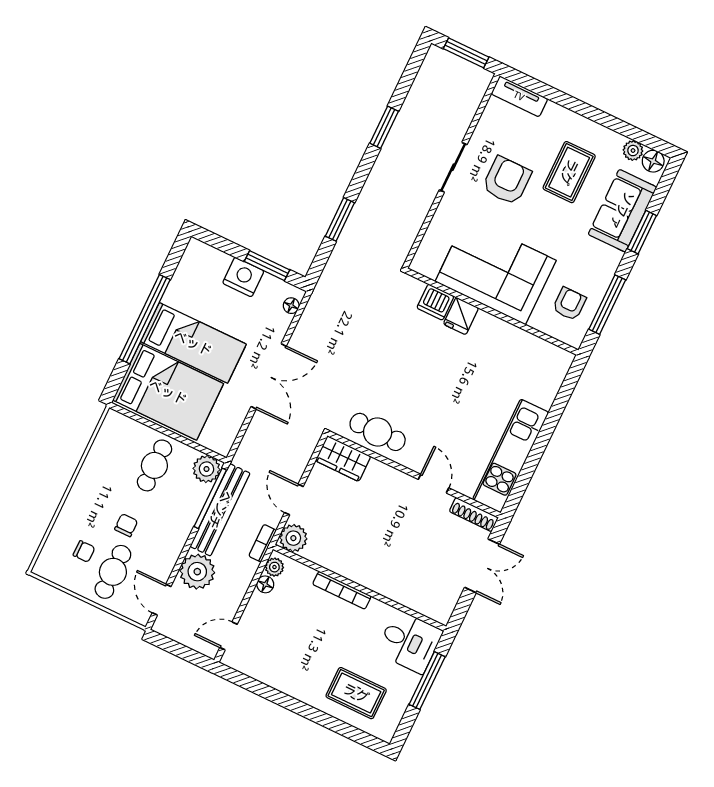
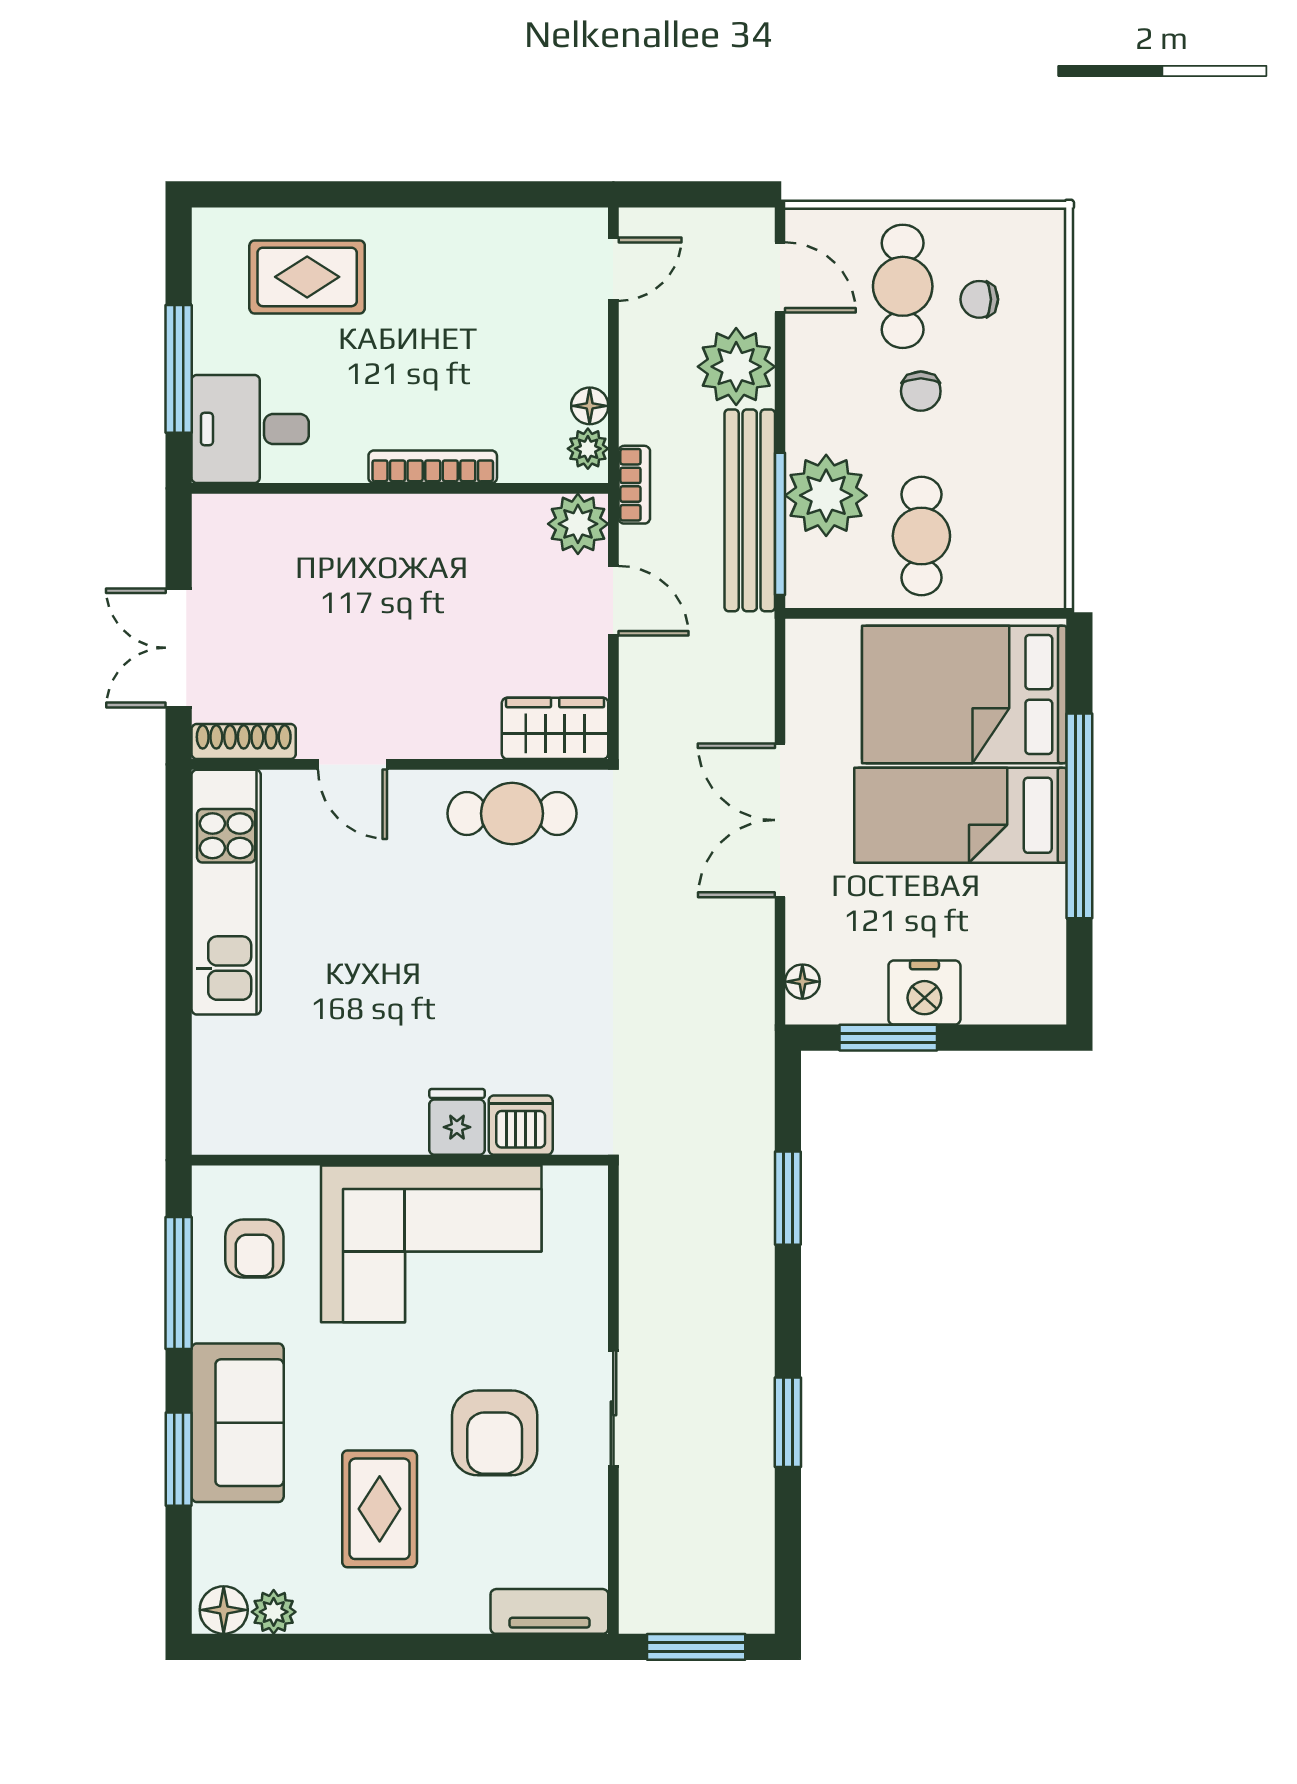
sofa: (622, 211) -> (238, 1423), moved
plant: (207, 469) -> (826, 495), moved, width x1.36, depth x1.36

